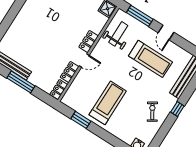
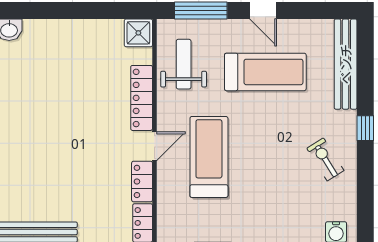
locker: (89, 42) -> (142, 98), width x1.53
treadmill: (108, 103) -> (209, 157), moved

